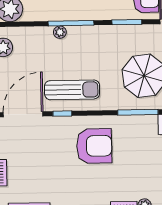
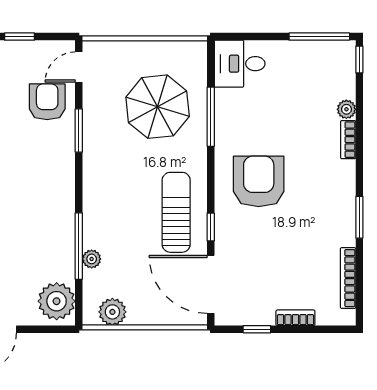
window: (71, 23) -> (79, 246), moved
plant: (60, 32) -> (92, 259), moved

